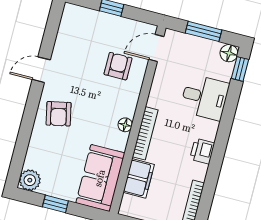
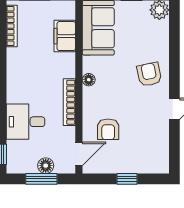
floor lamp: (229, 53) -> (46, 166), moved
bookcase: (145, 133) -> (69, 102), moved
printer: (202, 151) -> (16, 74), removed

